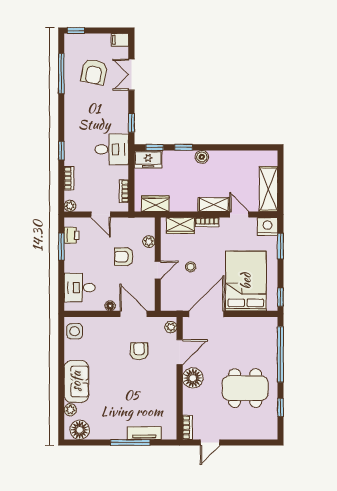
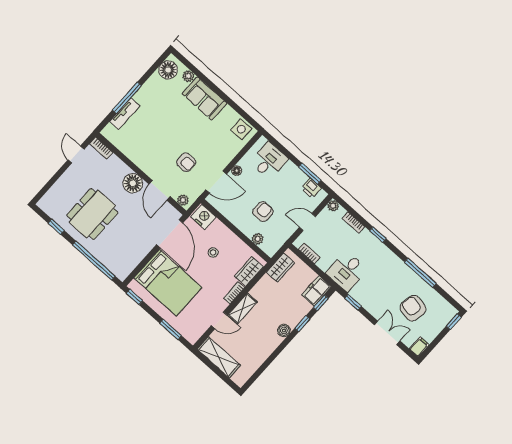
window: (61, 74) -> (420, 273), moved
nightstand: (267, 226) -> (203, 217), moved, turned -90
door: (158, 270) -> (232, 227), removed

